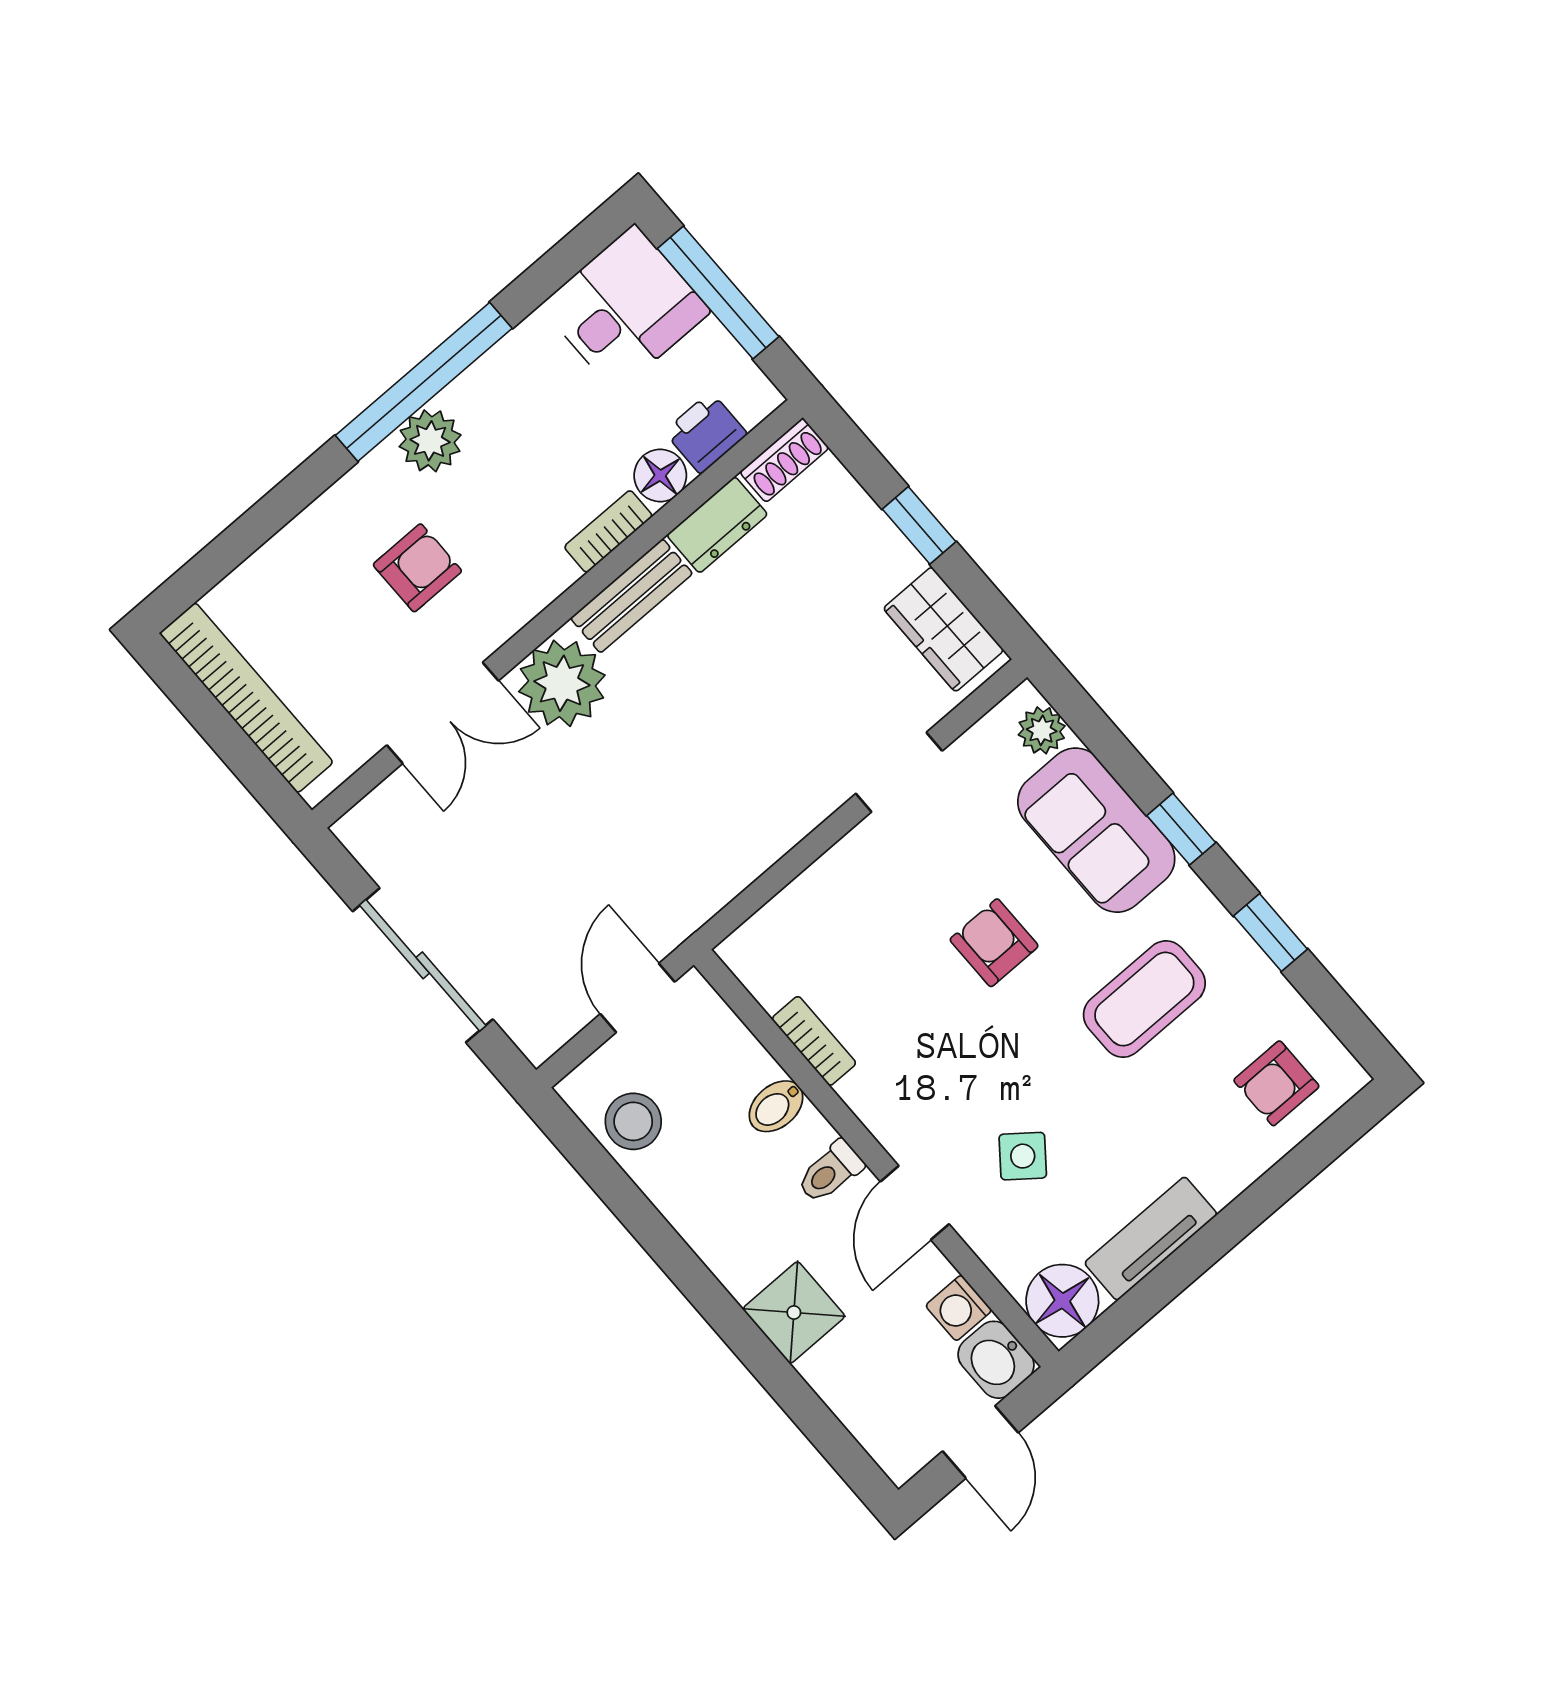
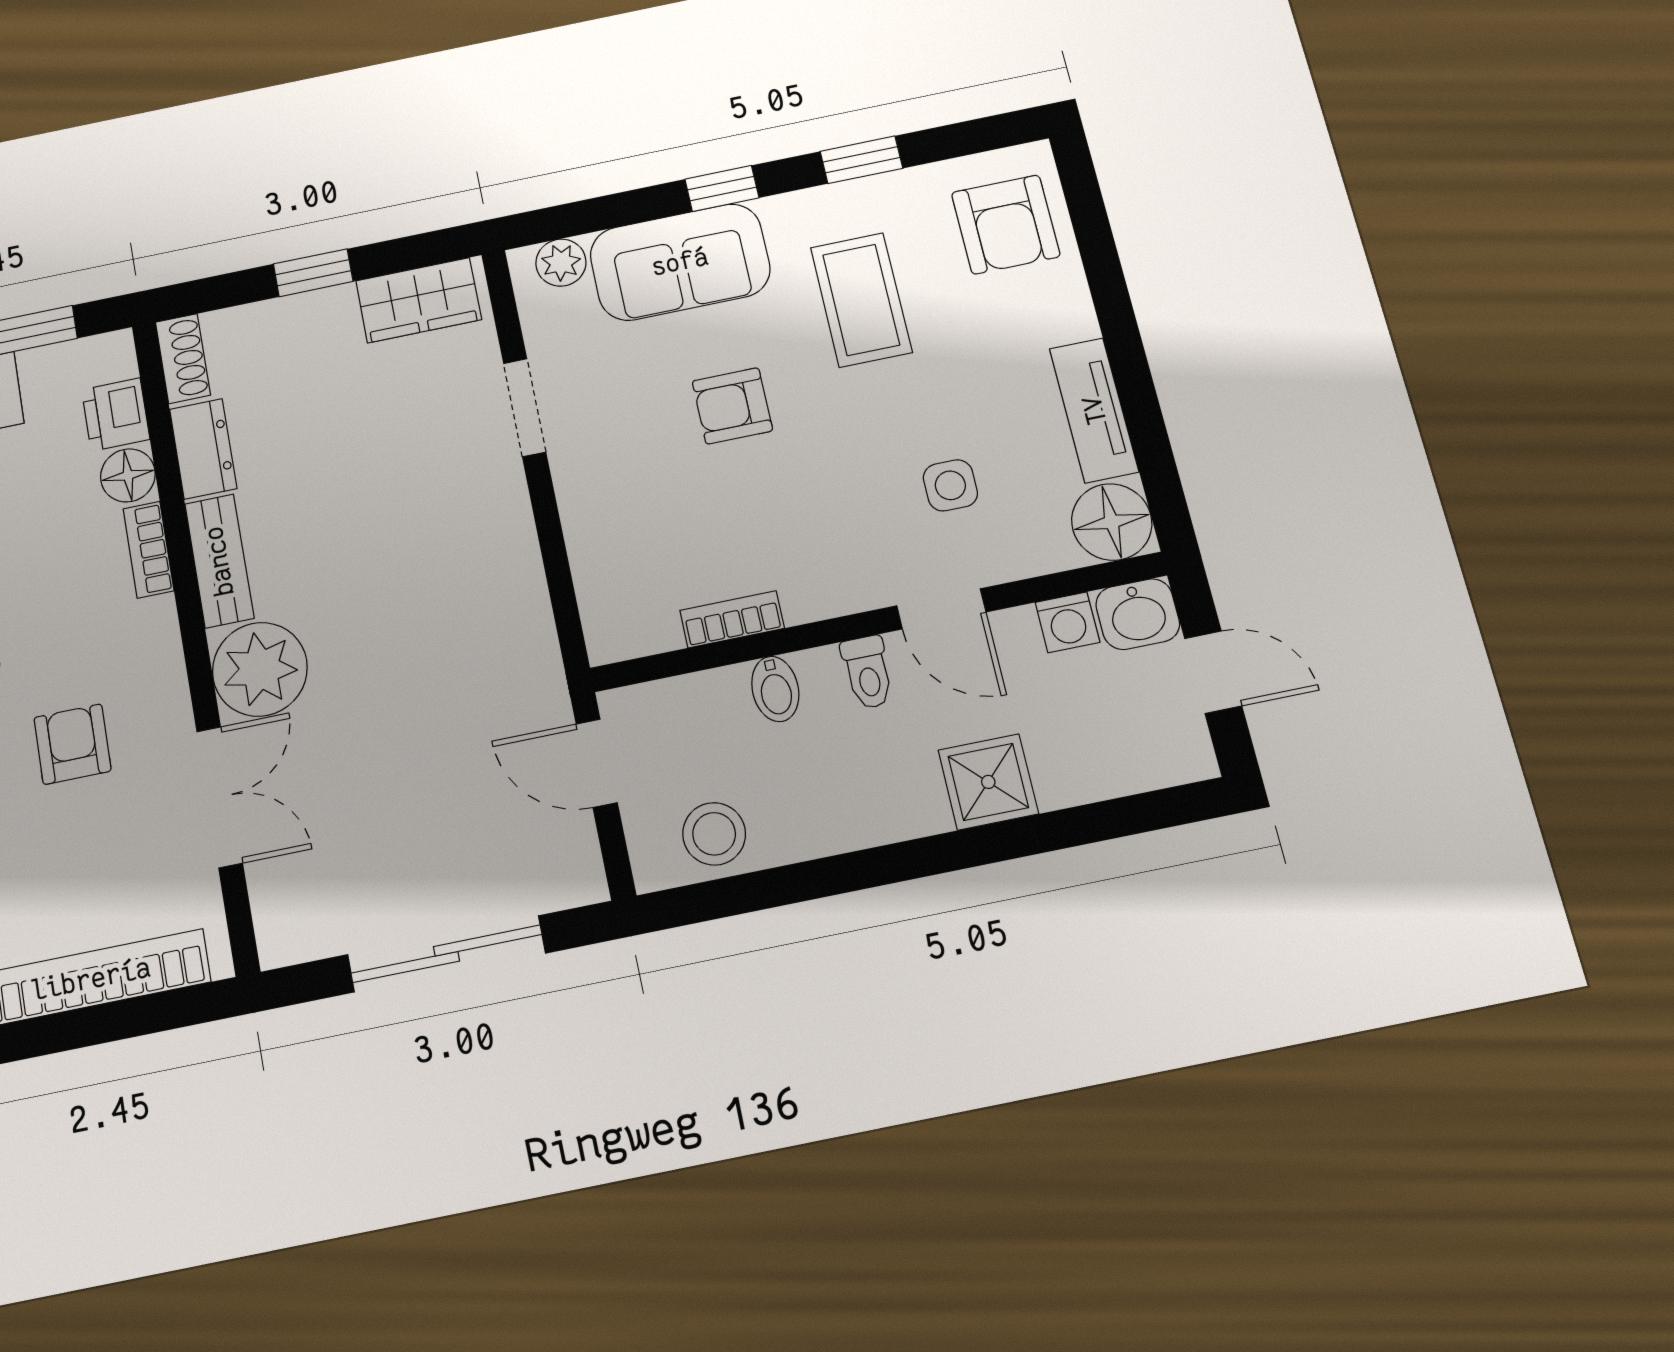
armchair: (1276, 1083) -> (1006, 224), width x1.38, depth x1.38
side table: (1023, 1156) -> (950, 485), turned -38

